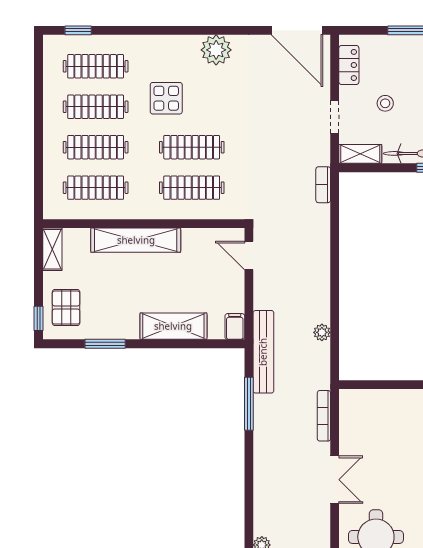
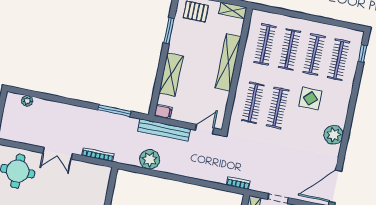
plant: (322, 332) -> (150, 159), width x1.87, depth x1.87
bench: (263, 352) -> (164, 130), moved

